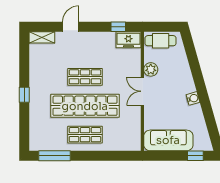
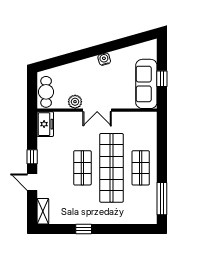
window: (118, 27) -> (32, 157), moved
window: (24, 95) -> (84, 229), moved
window: (195, 156) -> (162, 79), moved

